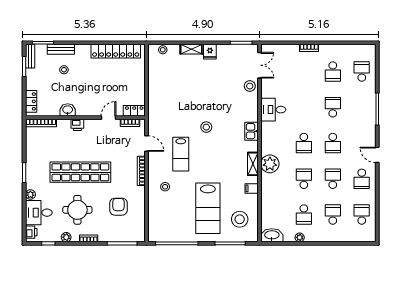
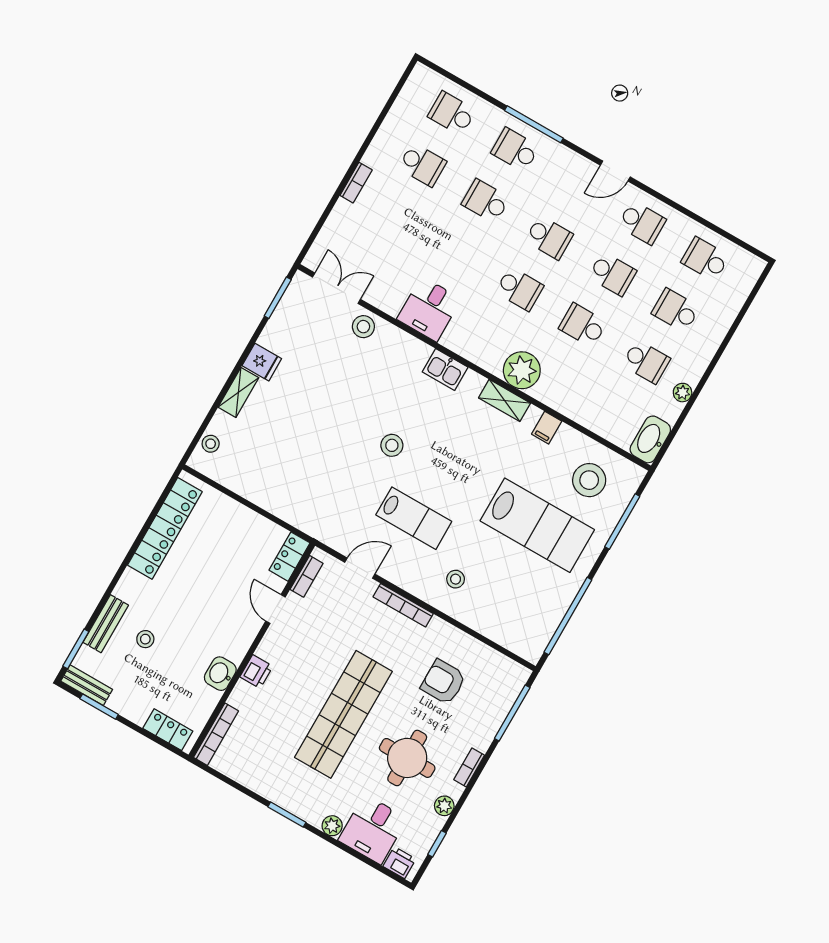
school desk: (362, 107) -> (515, 150), added
school desk: (333, 179) -> (612, 274), turned 180

